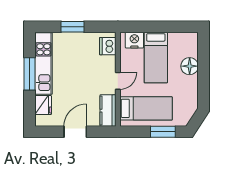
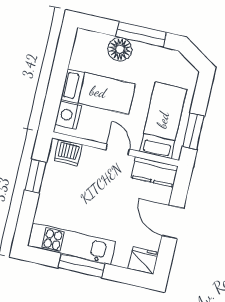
window: (73, 27) -> (36, 176), moved
window: (204, 79) -> (141, 34), added
fridge: (43, 105) -> (143, 261), moved
window: (163, 132) -> (193, 131), moved

